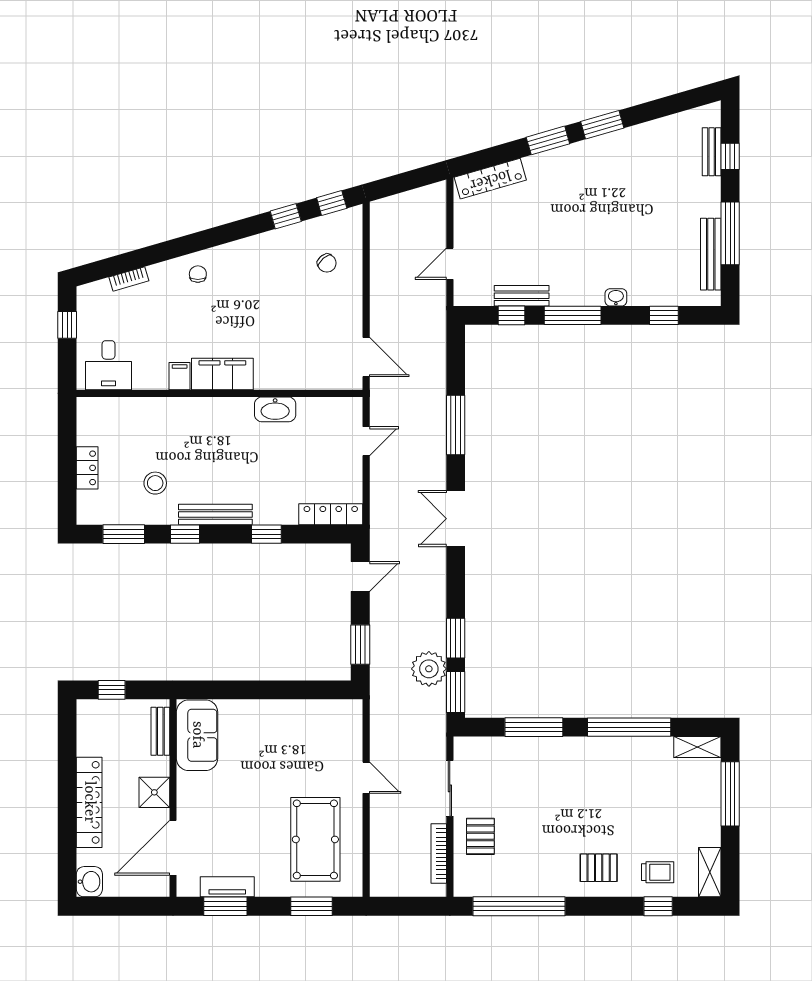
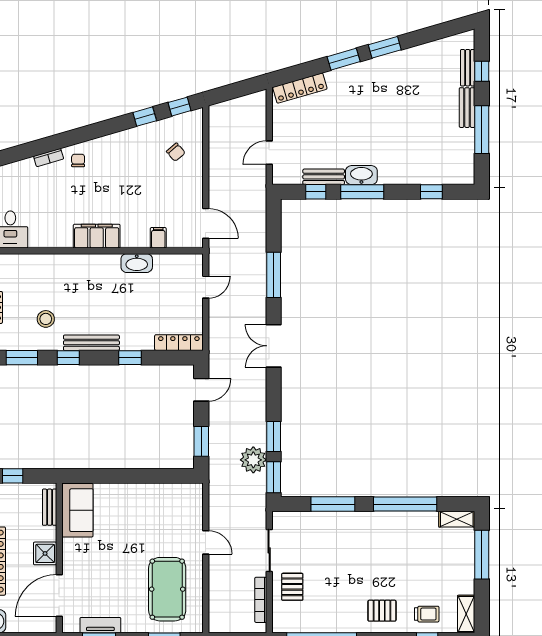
bench: (711, 254) -> (467, 108), moved, width x0.73
bookcase: (129, 279) -> (49, 158), moved
washbasin: (616, 297) -> (361, 175), moved, width x1.91, depth x1.45
filing cabinet: (180, 376) -> (158, 238), moved

